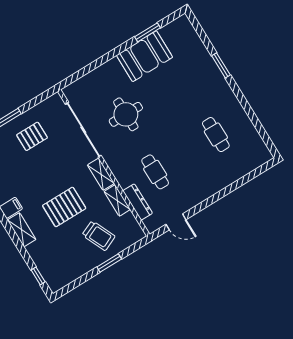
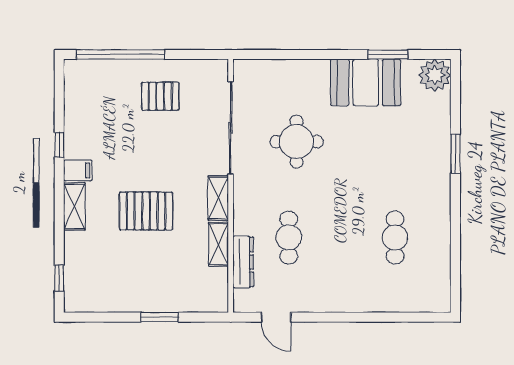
plant: (182, 28) -> (435, 75), added
trolley: (99, 236) -> (167, 274), removed

